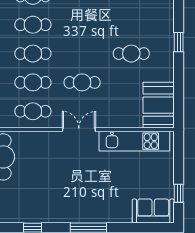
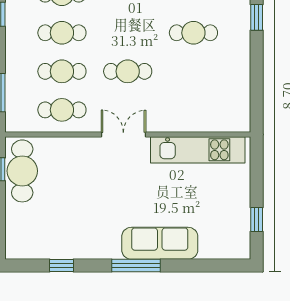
booth: (159, 105) -> (230, 102), removed
sofa: (153, 211) -> (160, 243), moved, width x1.36

